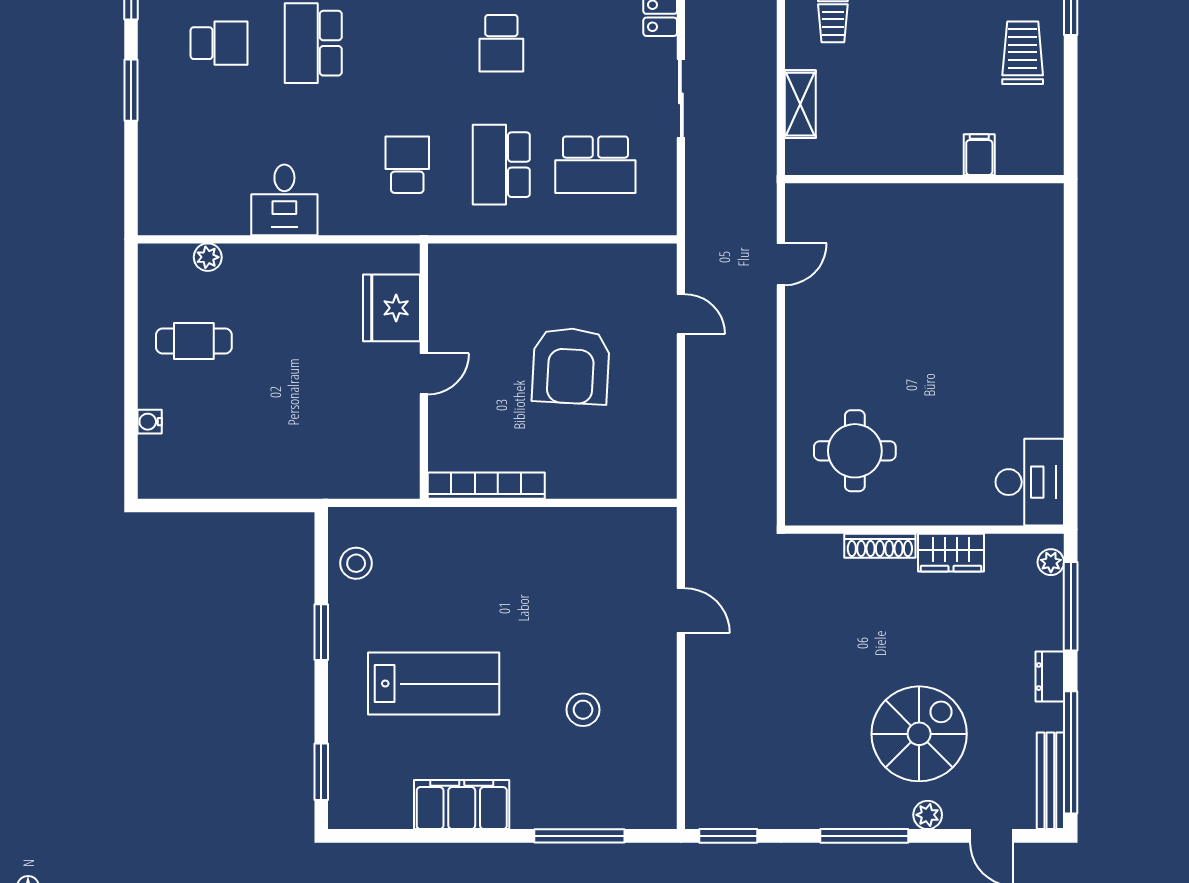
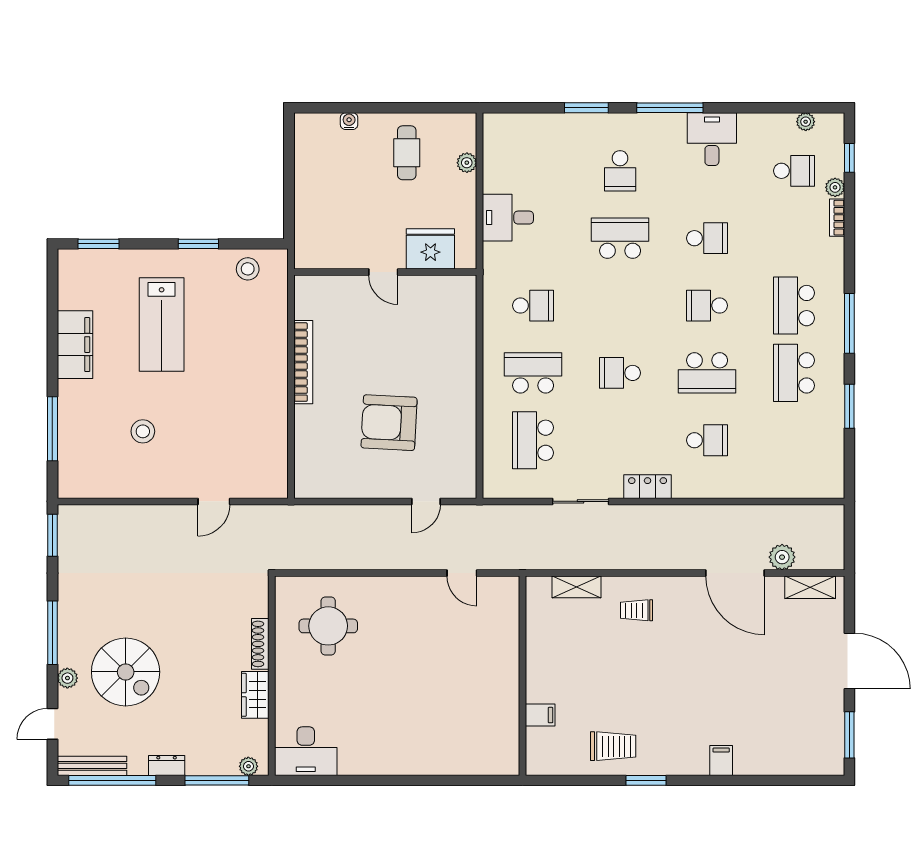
fridge: (392, 308) -> (430, 249), moved
wall: (424, 371) -> (385, 272), moved
door: (424, 374) -> (383, 272), moved

